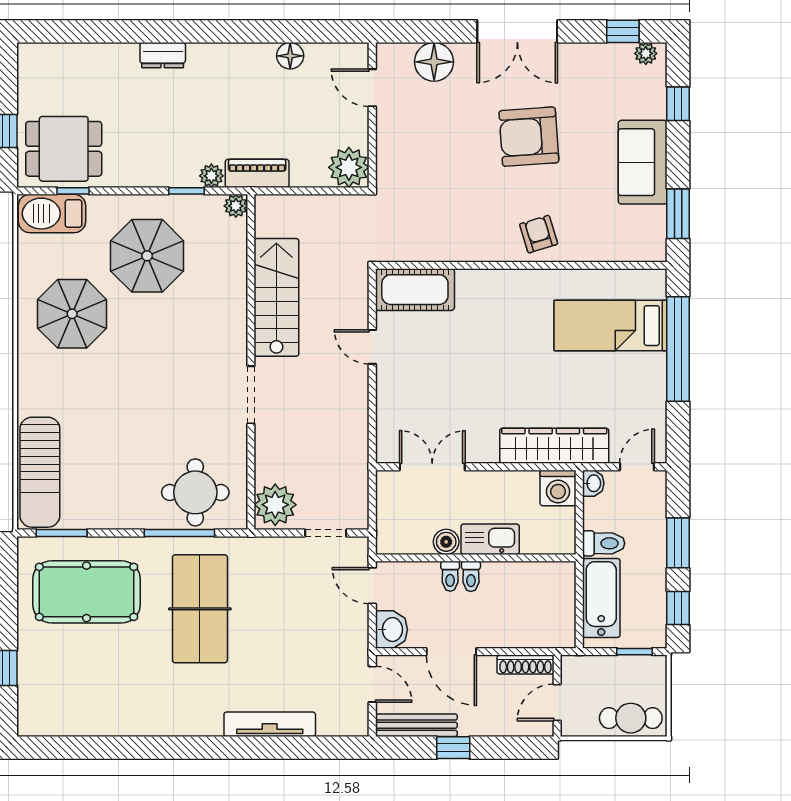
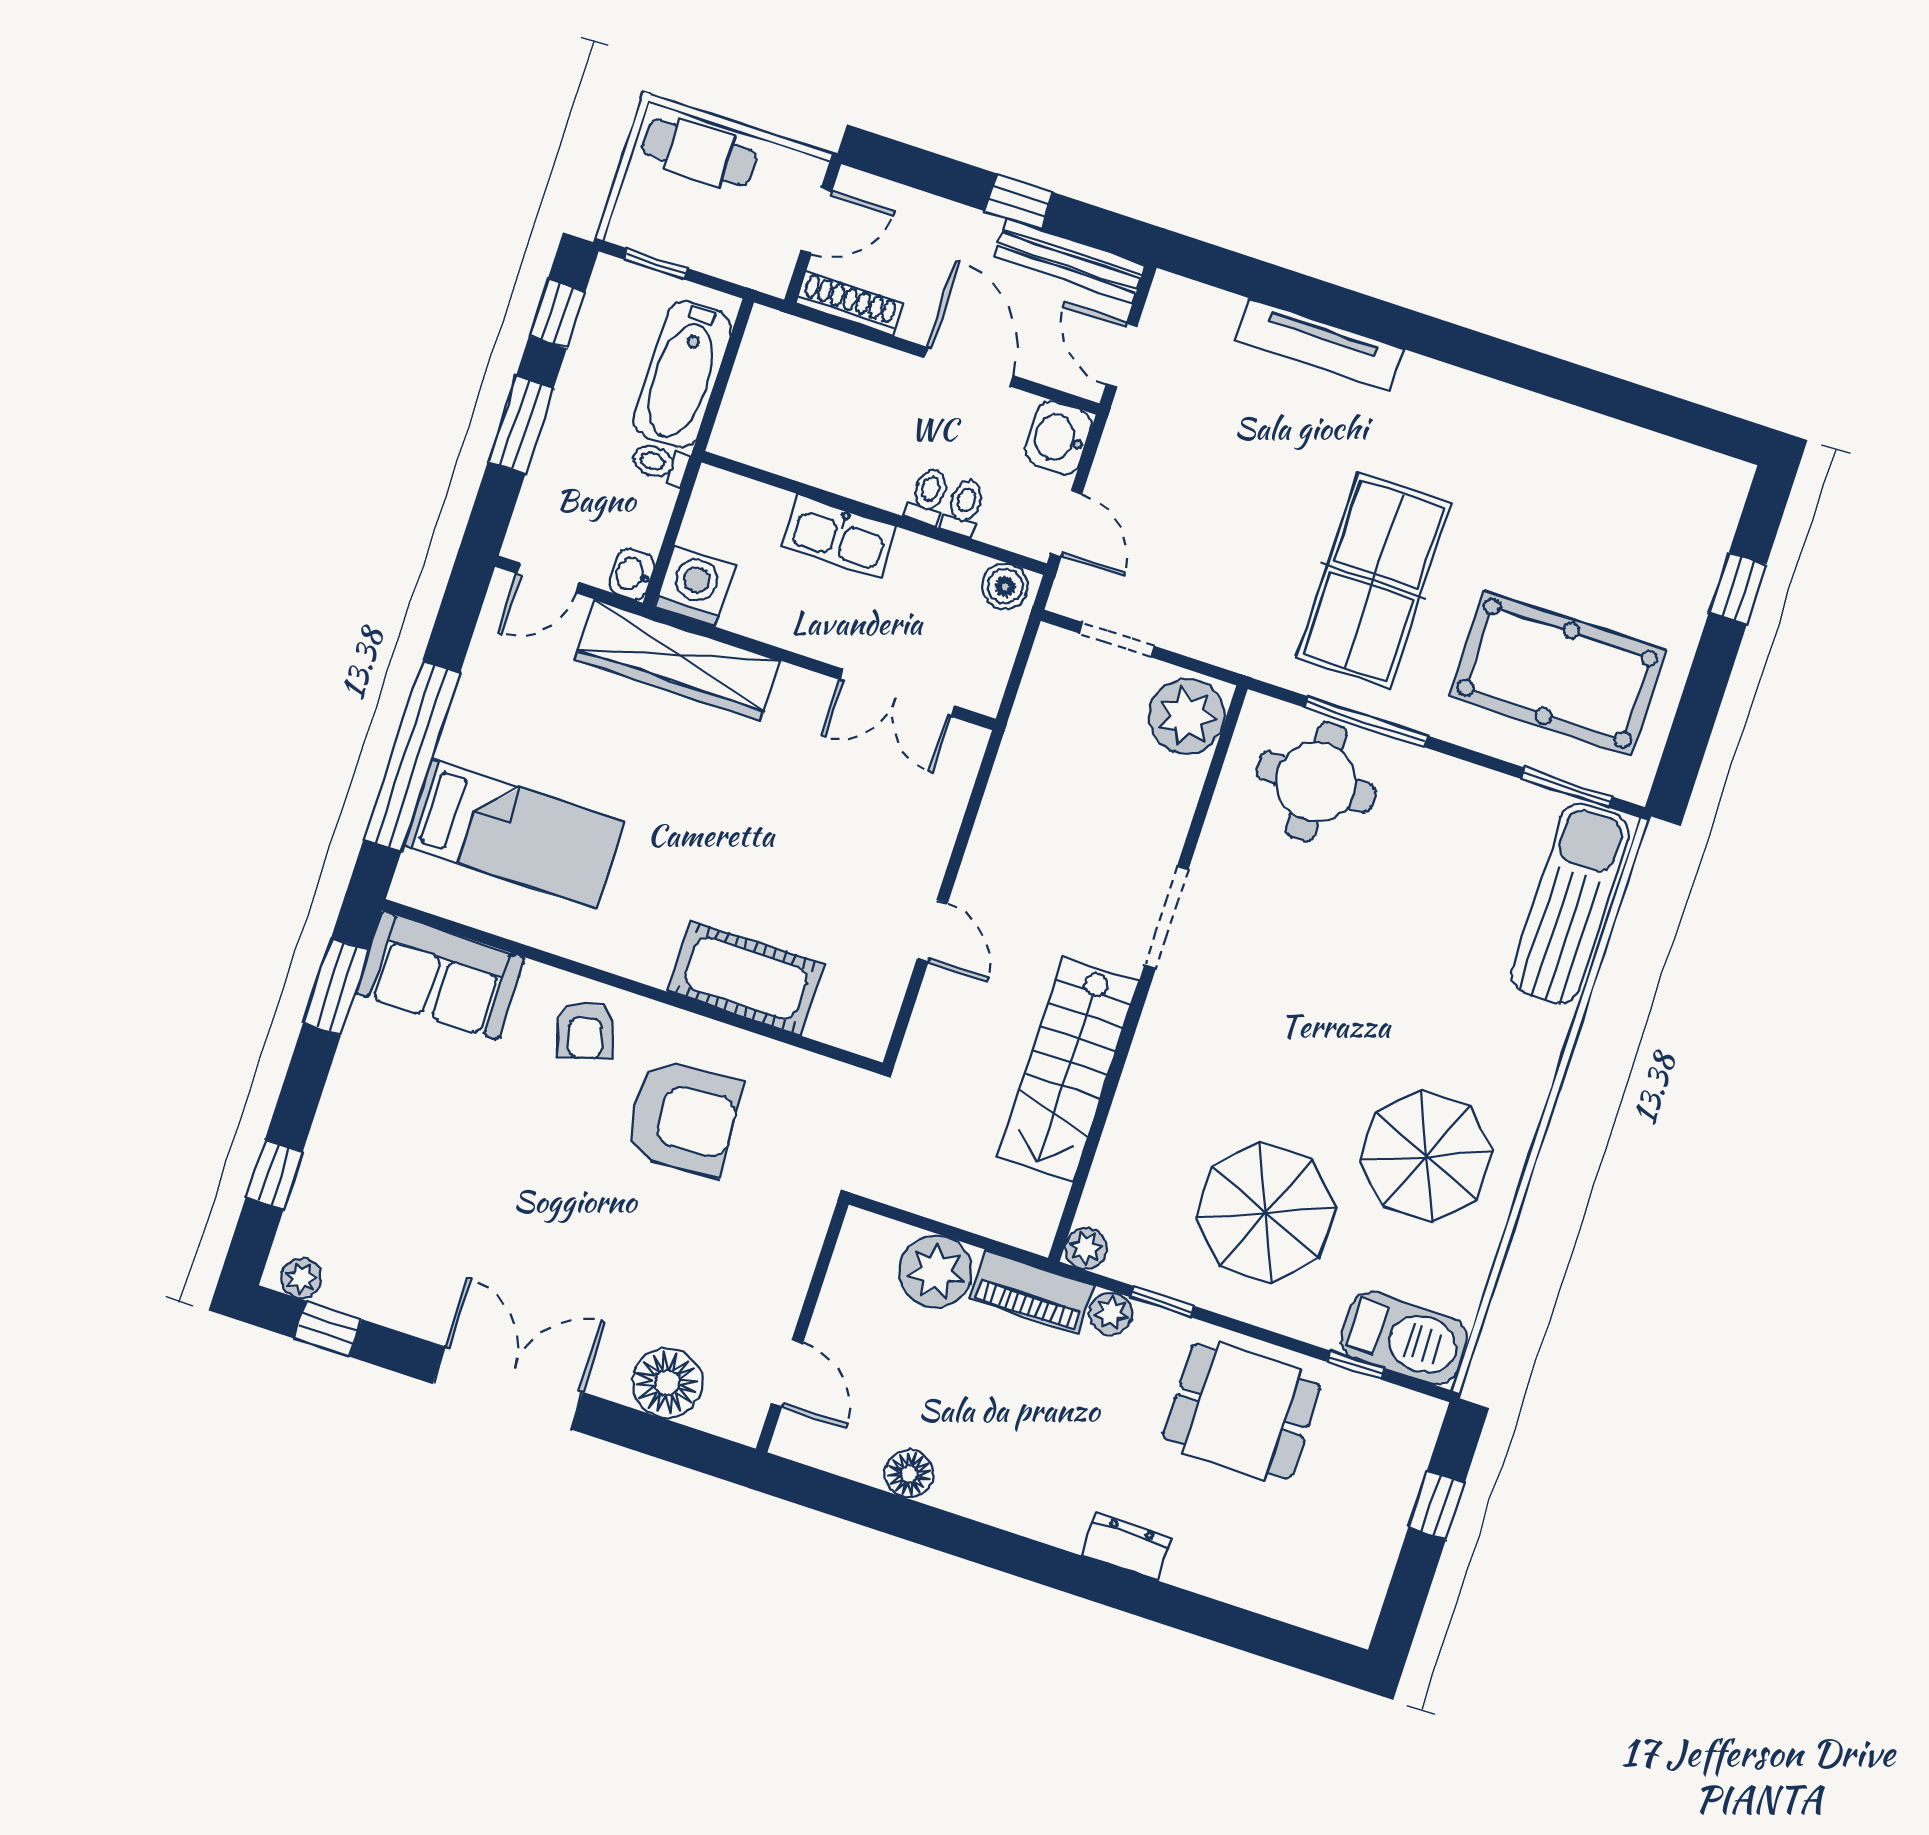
armchair: (529, 137) -> (683, 1118), moved
dining table: (64, 149) -> (1242, 1411), moved
sofa: (643, 162) -> (440, 975), moved, turned 90
plant: (349, 167) -> (936, 1272), moved
cot: (415, 290) -> (746, 978), moved
boiler: (446, 542) -> (1005, 586), moved
toilet: (604, 543) -> (660, 463), width x0.73, depth x0.72
toilet: (471, 576) -> (964, 507), moved

